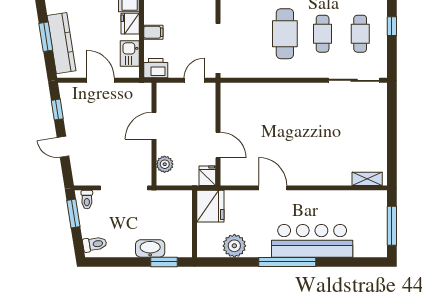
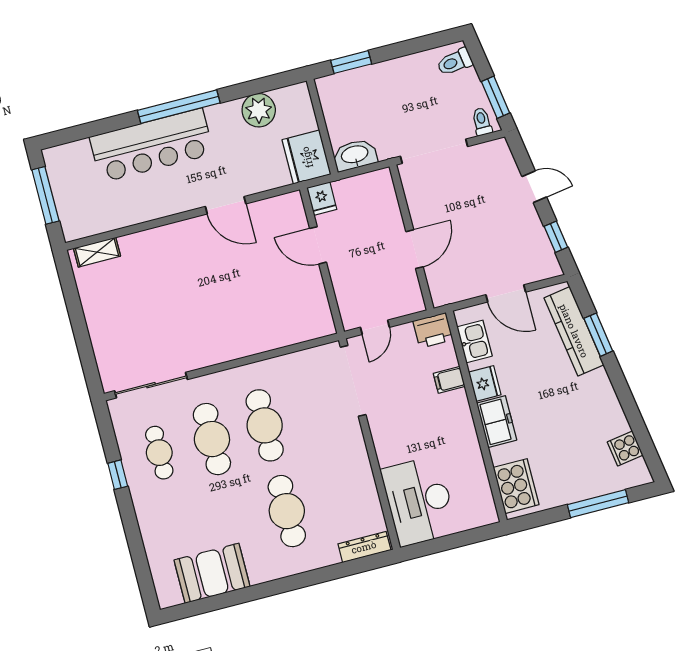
cafe table: (323, 34) -> (212, 439), width x1.37, depth x1.35
plant: (165, 164) -> (386, 199), removed
washbasin: (150, 248) -> (355, 155), moved, turned 180

